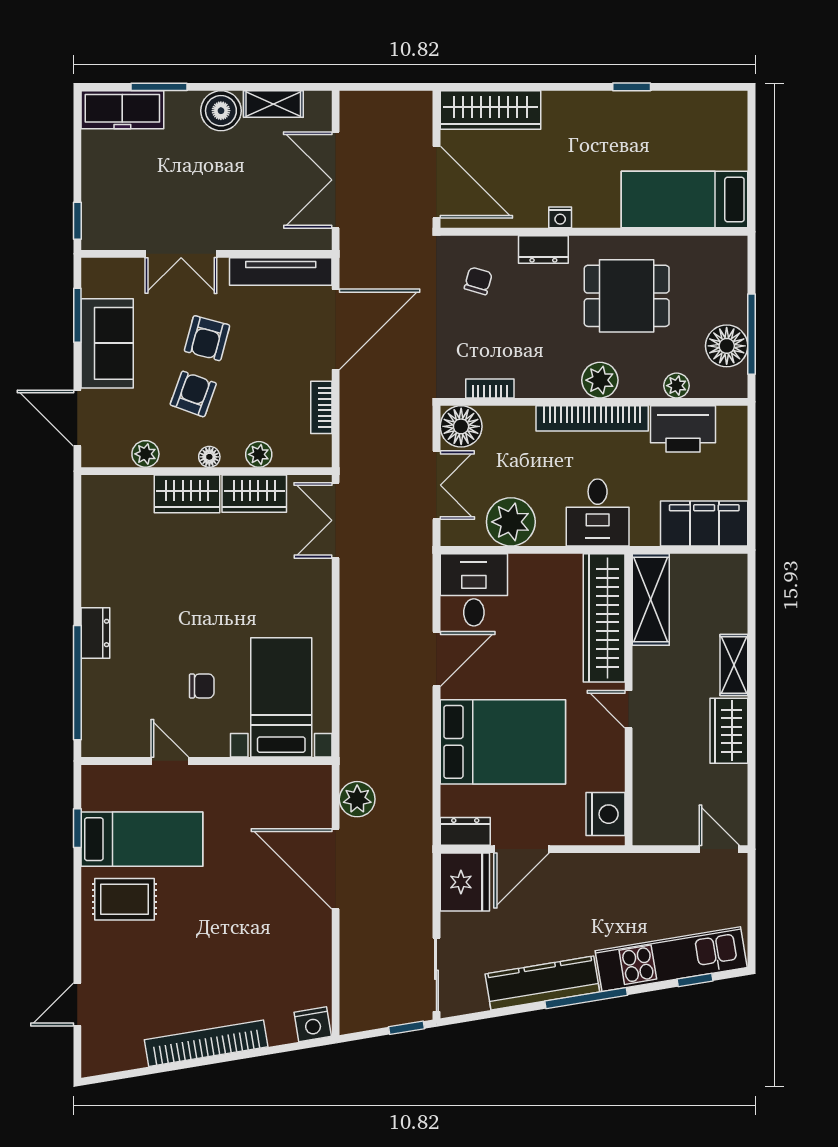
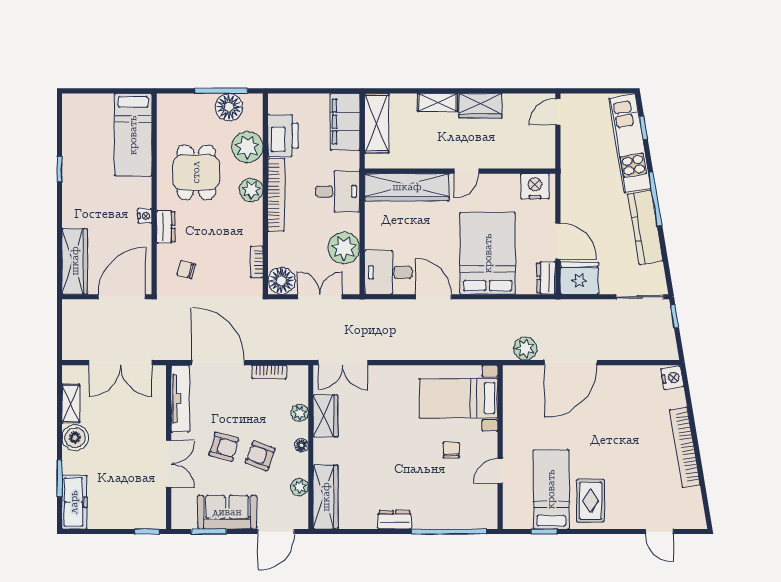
plant: (677, 386) -> (248, 147), width x1.88, depth x1.88
wardrobe: (187, 494) -> (326, 497), moved, width x1.50
shelving: (651, 600) -> (377, 123), moved, turned 90
dresser: (95, 633) -> (395, 520), moved

